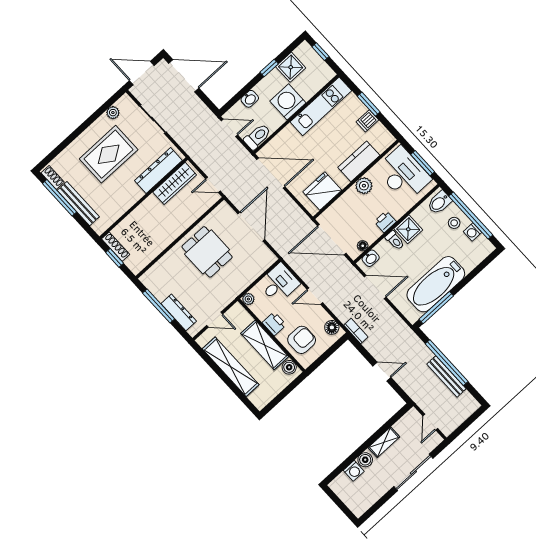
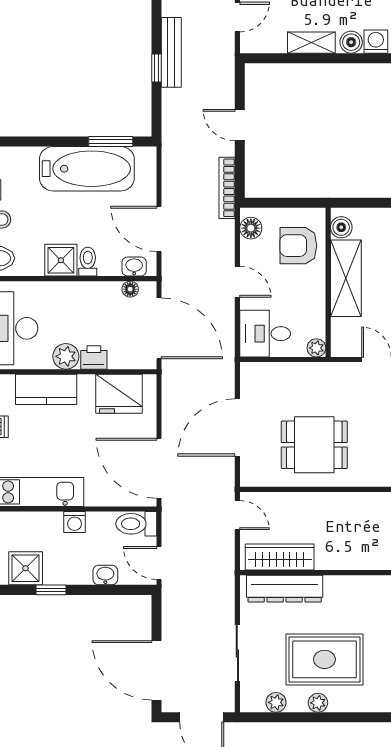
washing machine: (288, 102) -> (75, 522), width x0.53, depth x0.53
plant: (93, 131) -> (318, 703), added
printer: (385, 222) -> (94, 357), moved, turned 180
dining table: (207, 252) -> (314, 445), turned 90
window: (436, 308) -> (111, 141), width x0.69
printer: (274, 324) -> (313, 293), removed
bookcase: (356, 331) -> (227, 188), width x1.56
window: (447, 363) -> (157, 68), width x0.32

